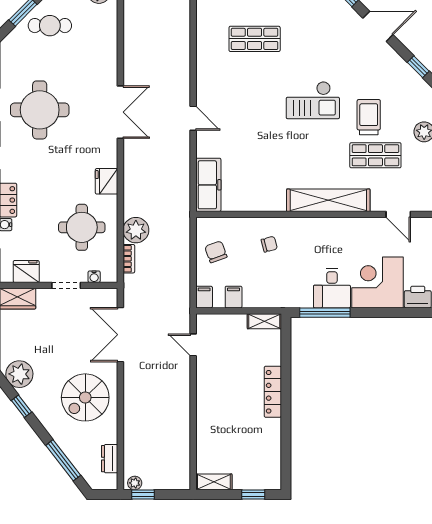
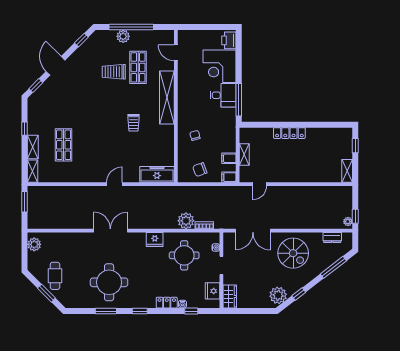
checkout: (313, 100) -> (103, 107), removed
trolley: (289, 148) -> (133, 123), added
door: (398, 214) -> (176, 53), swing flipped
shelving: (264, 321) -> (244, 155), moved

